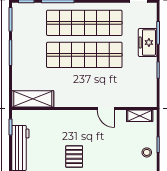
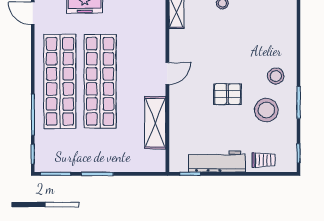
shelving: (33, 99) -> (155, 123), moved
door: (106, 109) -> (167, 73), moved

